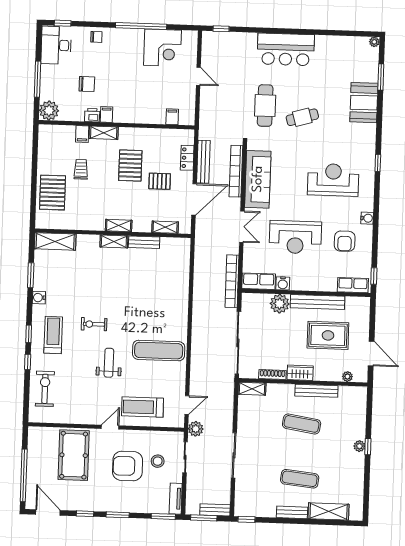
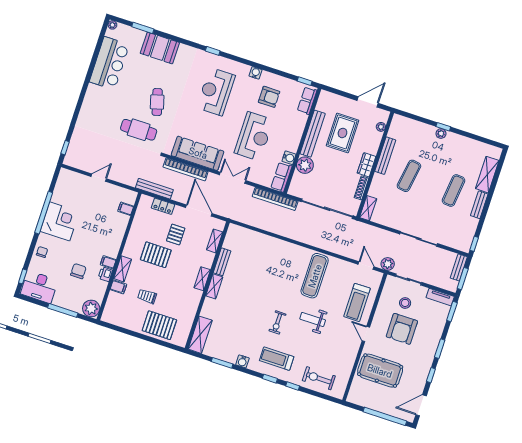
corner desk: (162, 48) -> (60, 221), moved
bar counter: (286, 49) -> (109, 63), moved
bench: (203, 162) -> (154, 189), moved

